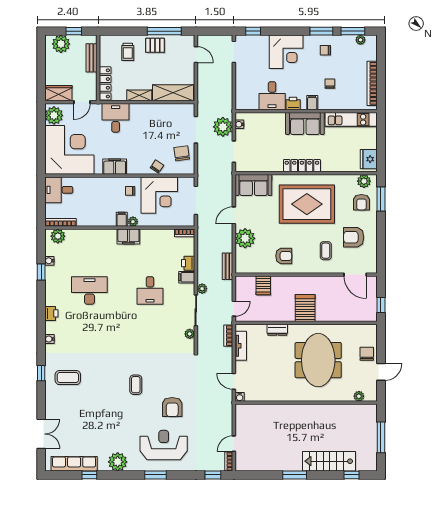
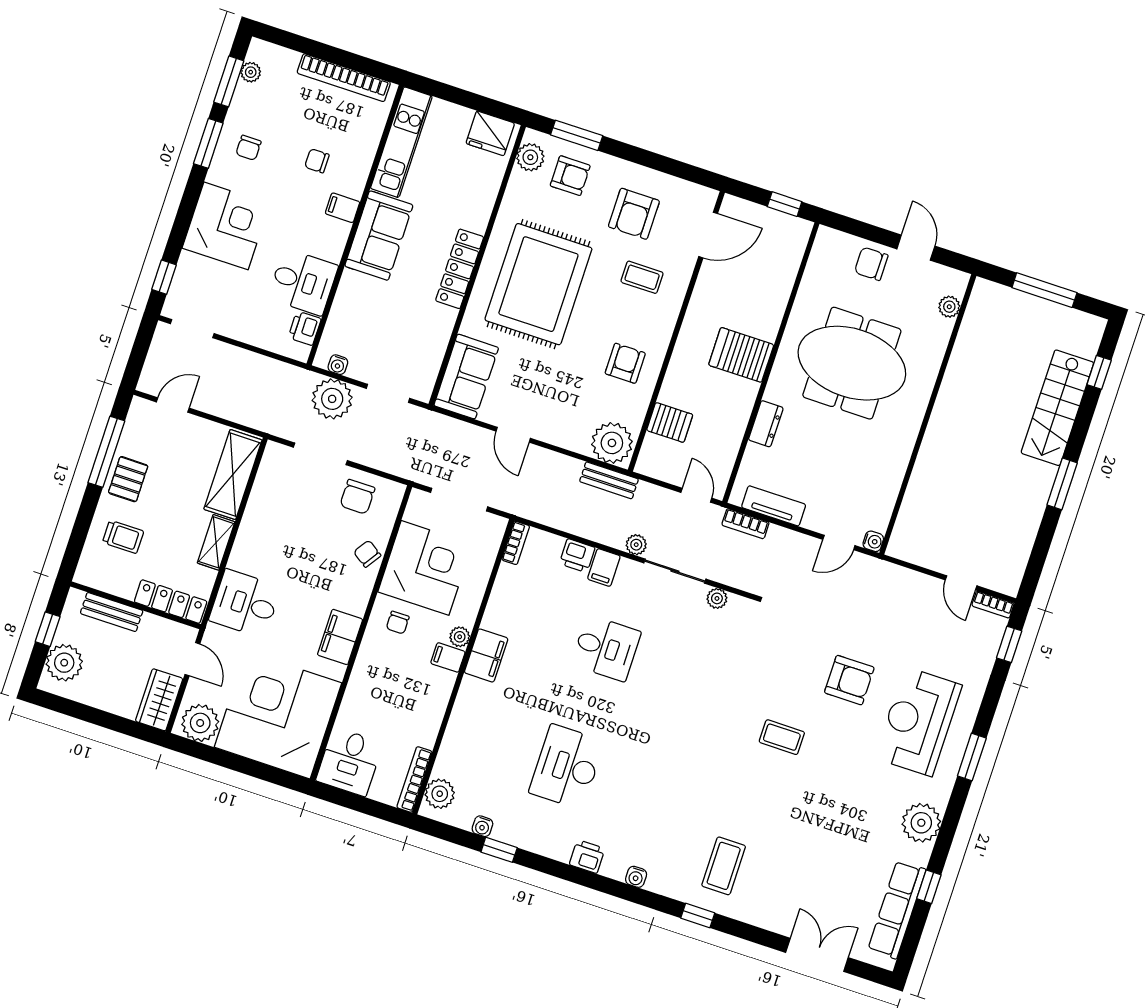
printer: (293, 103) -> (305, 328), moved
chair: (182, 153) -> (357, 497), turned -82
plant: (245, 238) -> (612, 443), moved

